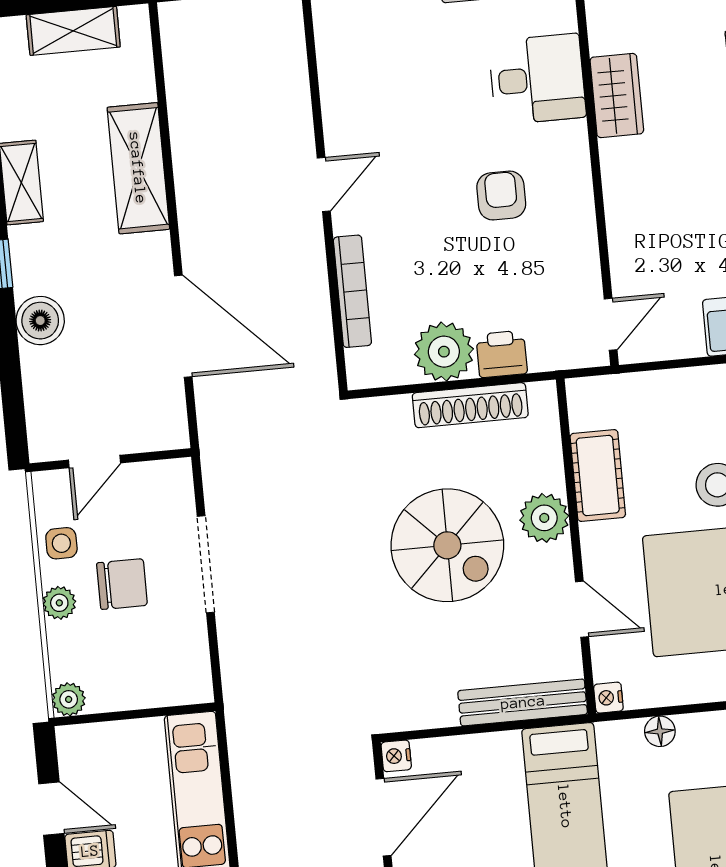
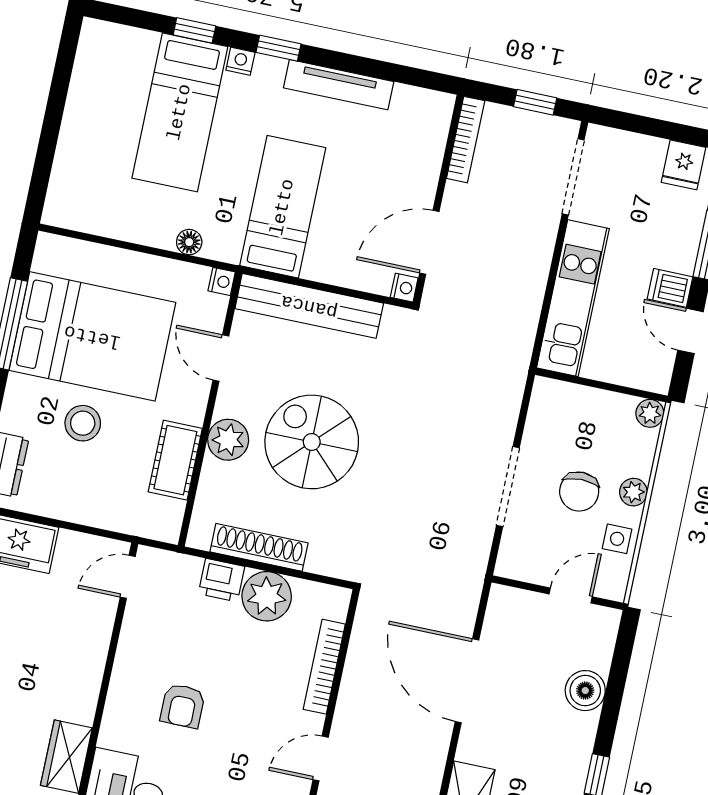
boiler: (40, 321) -> (585, 691), moved
chair: (122, 584) -> (579, 492), turned -90
bench: (523, 702) -> (309, 306), width x1.37, depth x1.21

